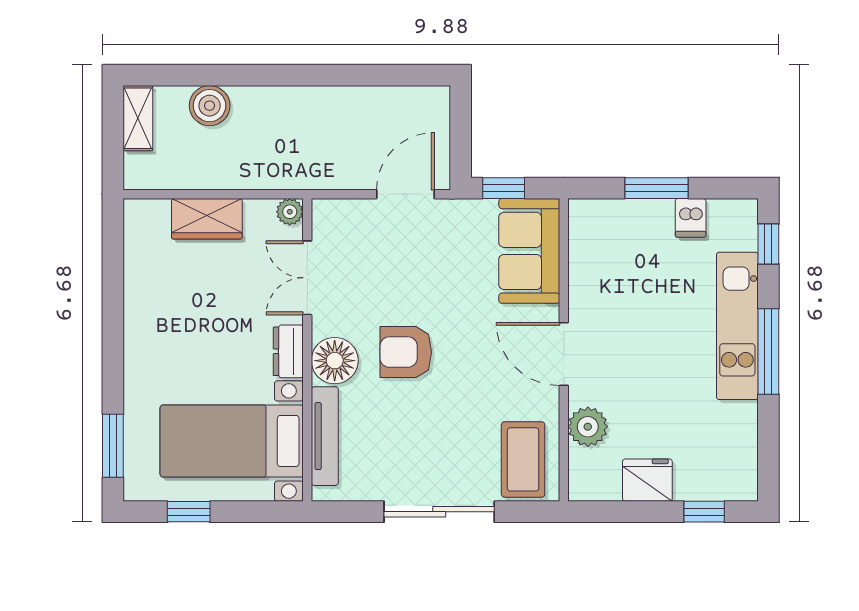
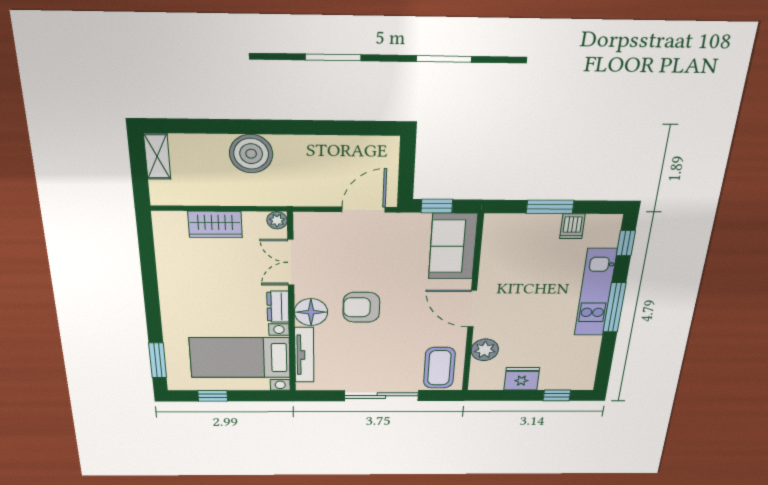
boiler: (210, 106) -> (251, 154), moved, width x1.37, depth x1.37

